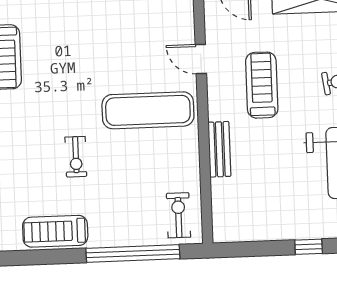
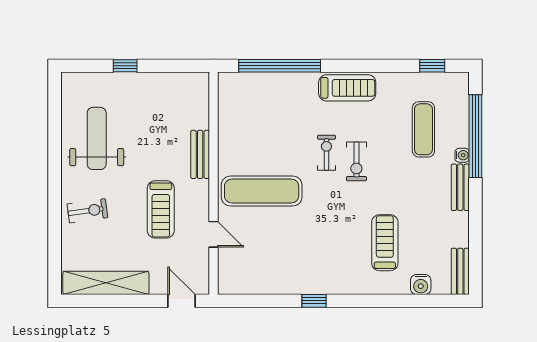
exercise bike: (178, 215) -> (356, 161), moved

